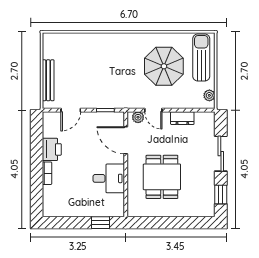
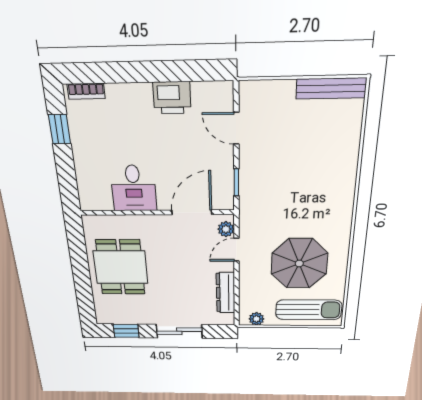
bench: (48, 80) -> (331, 88), moved
dresser: (182, 118) -> (226, 293), width x1.44
bookcase: (47, 173) -> (86, 91), moved
dining table: (162, 177) -> (121, 267), moved, turned 90
window: (101, 223) -> (60, 129), moved

